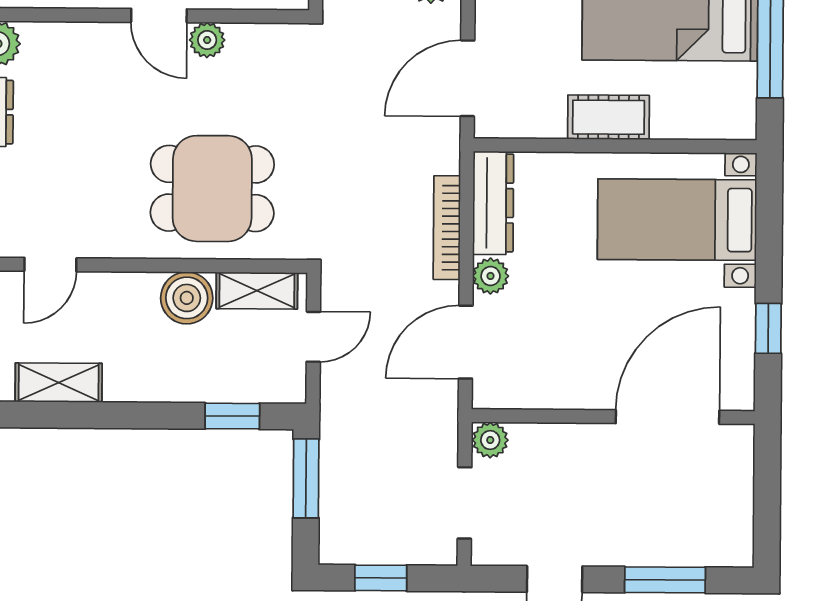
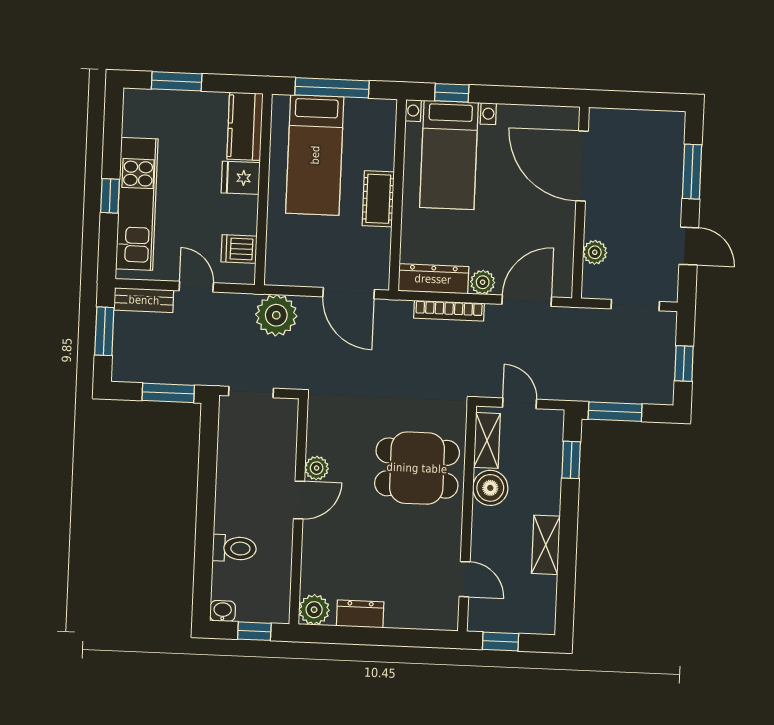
dining table: (212, 189) -> (417, 468), turned 90
window: (768, 328) -> (452, 93), moved
door: (466, 342) -> (527, 301), swing flipped
shelving: (59, 383) -> (546, 545), moved
plant: (490, 440) -> (595, 252), moved

